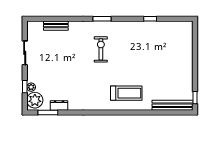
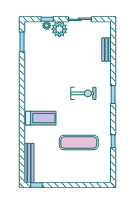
exercise mat: (151, 54) -> (79, 142), added
treadmill: (126, 93) -> (41, 118), turned -90
plant: (35, 100) -> (59, 29), moved
dresser: (59, 105) -> (29, 53), removed

